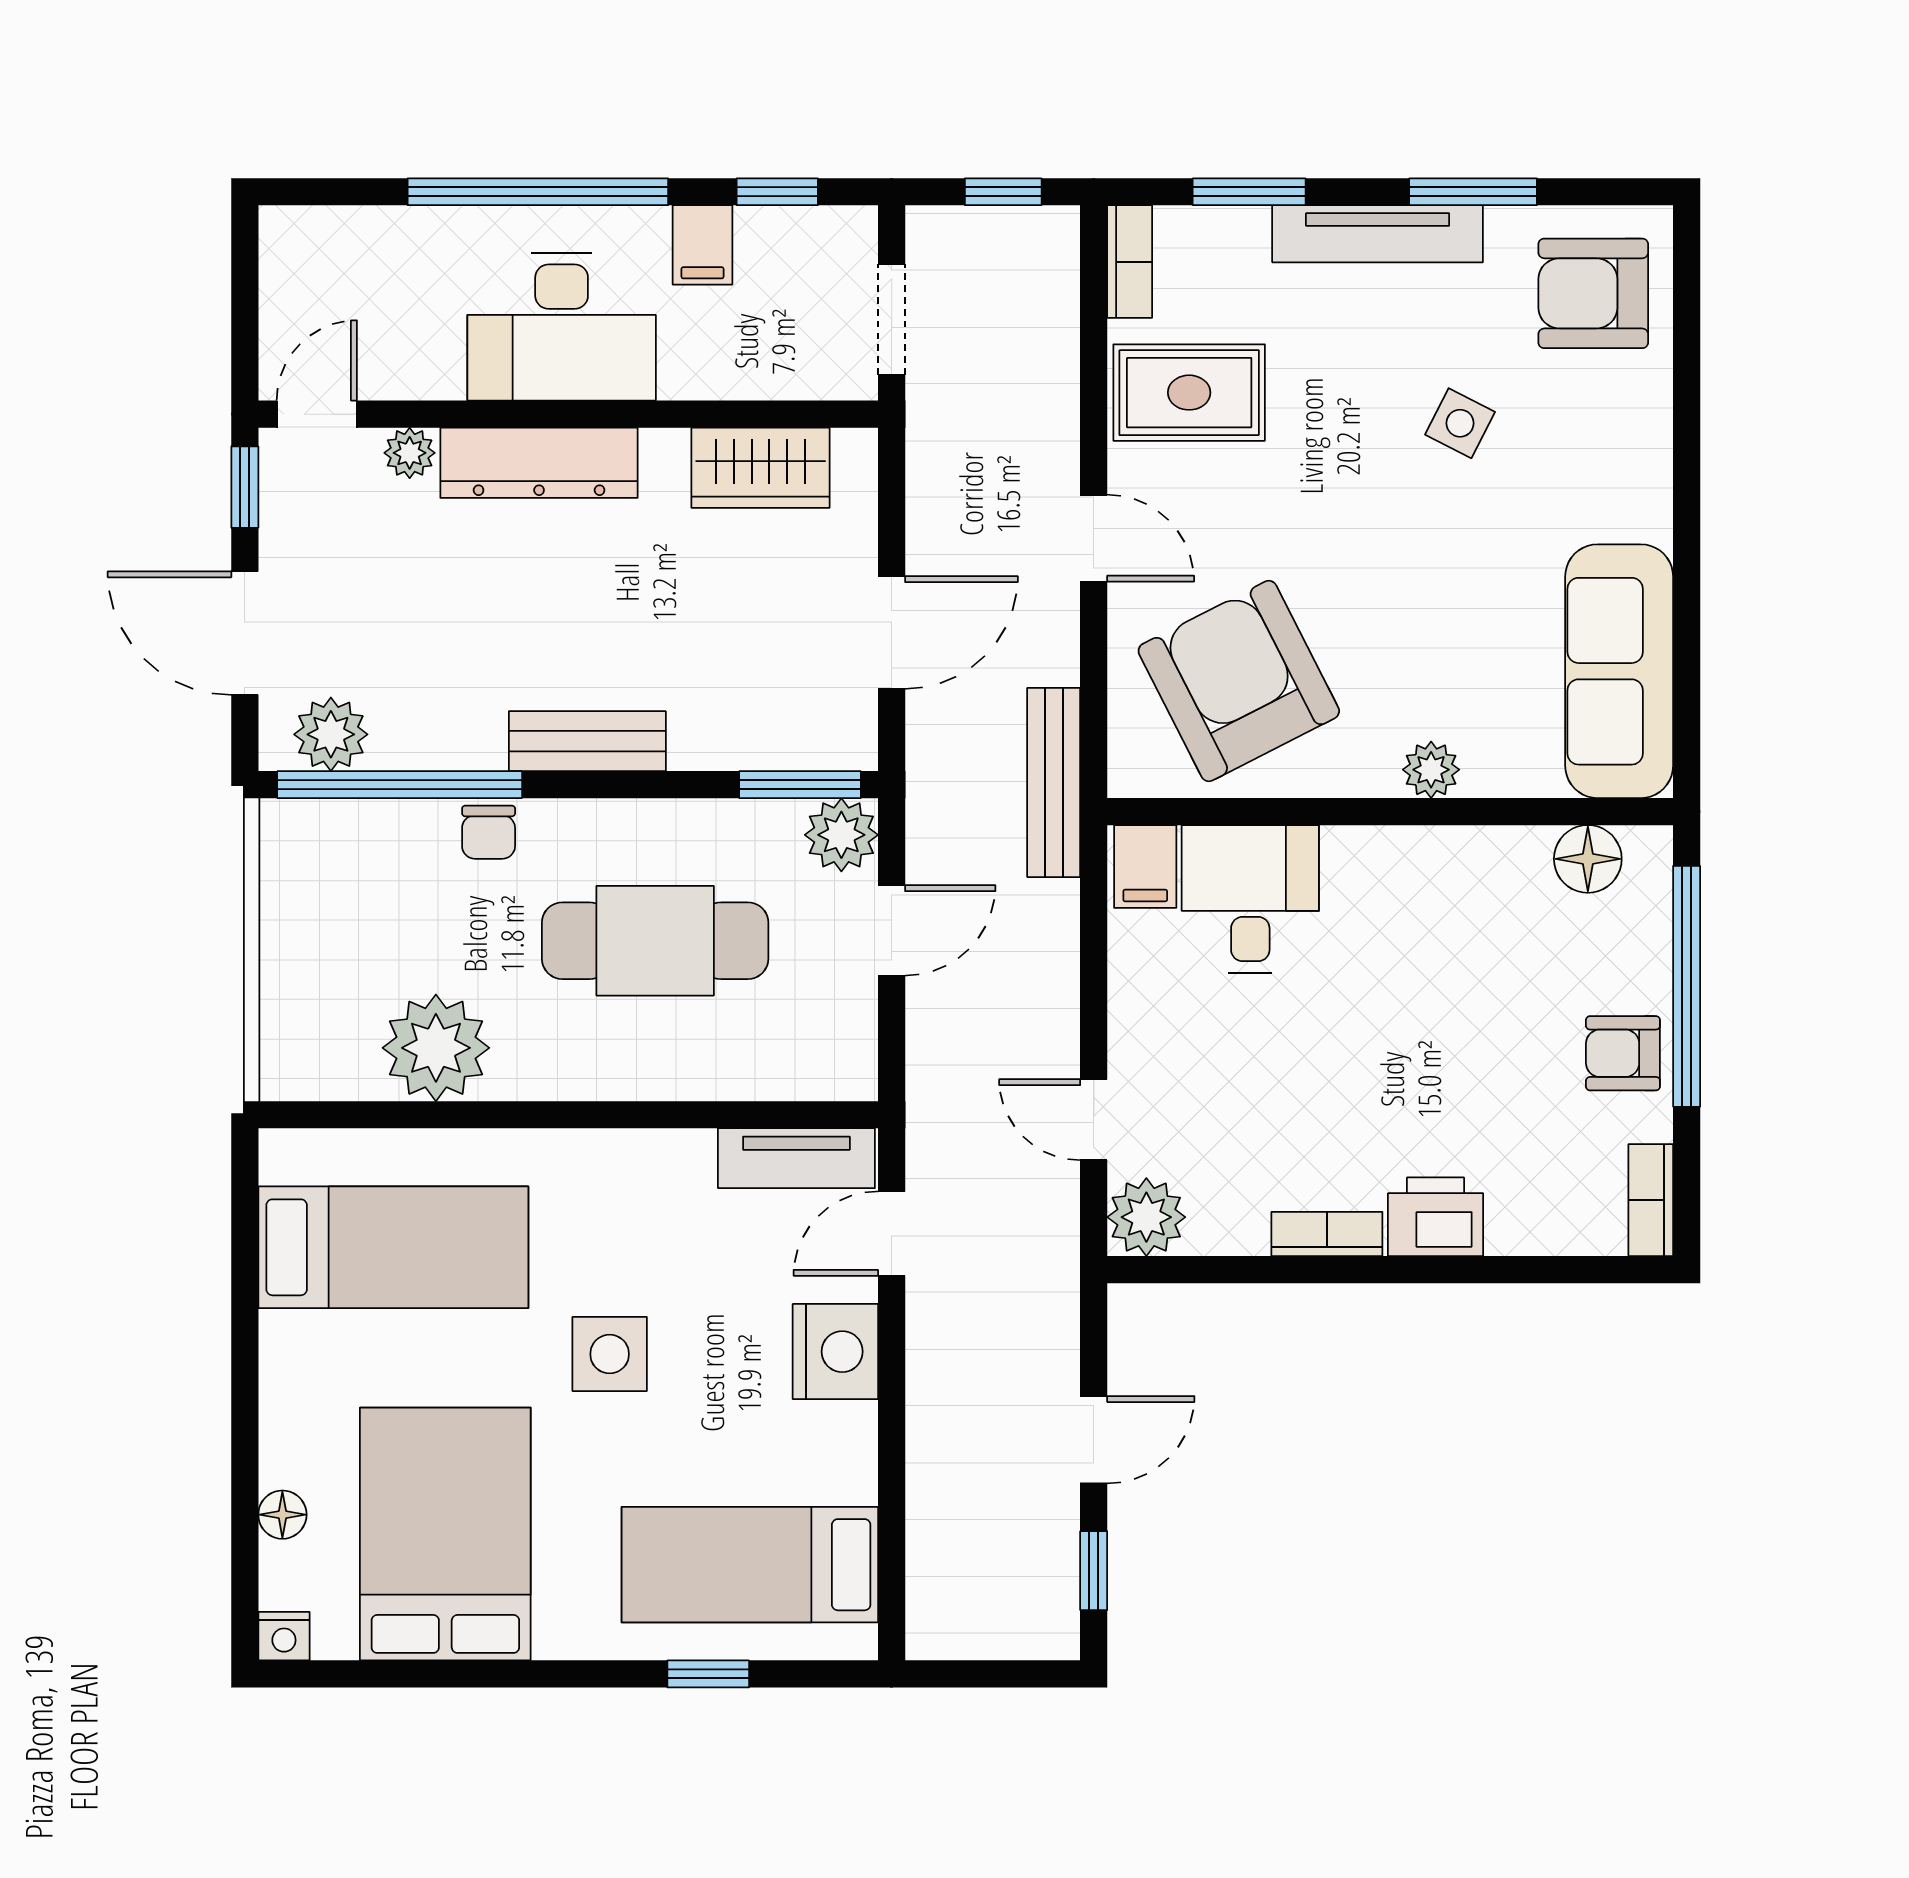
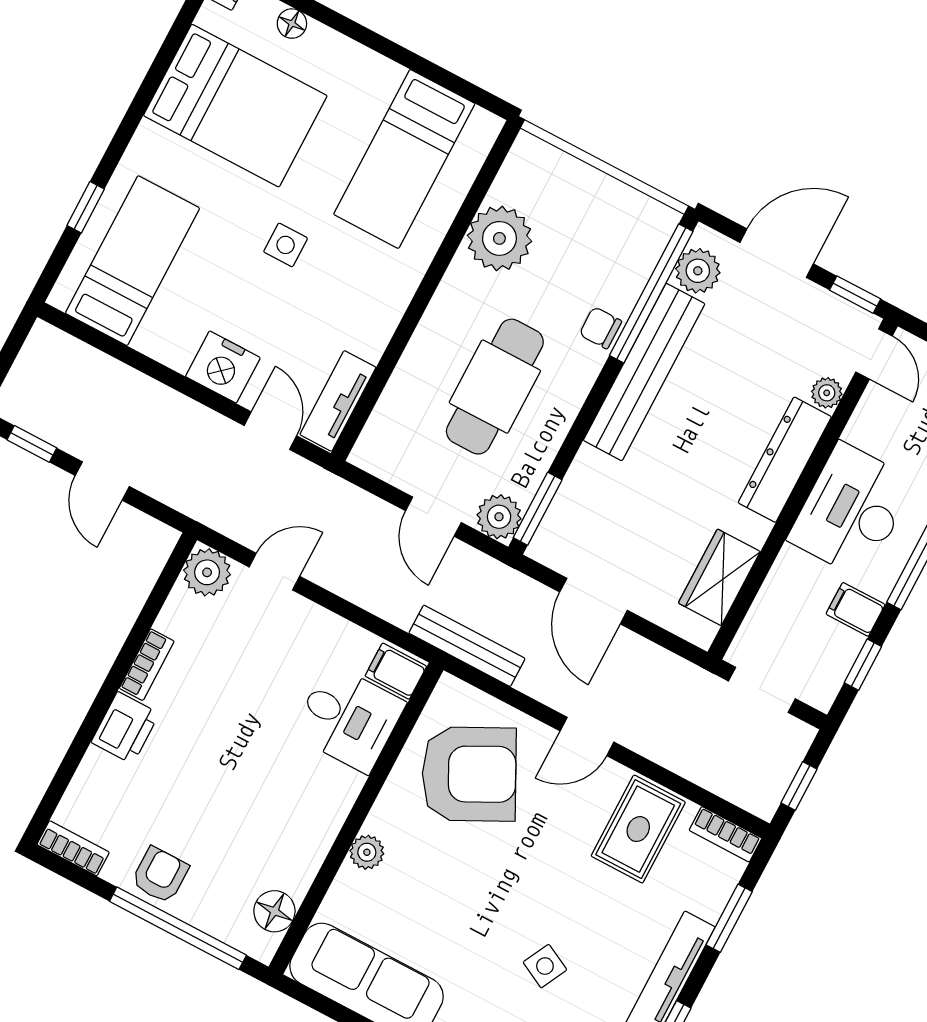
bench: (587, 741) -> (644, 372), width x1.86, depth x1.21
side table: (610, 1354) -> (286, 245), width x0.73, depth x0.73

